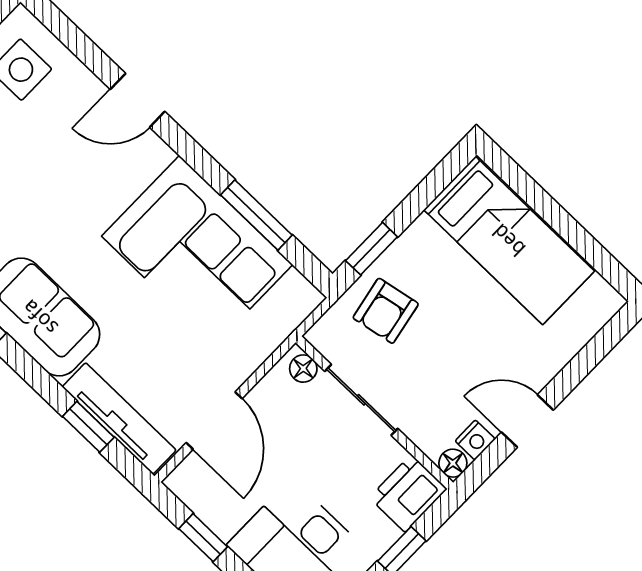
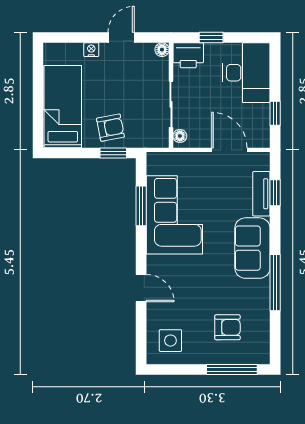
armchair: (386, 311) -> (110, 128), moved
tv unit: (119, 418) -> (261, 194), width x0.71
door: (214, 421) -> (229, 150), hinge flipped
door: (527, 421) -> (121, 38), swing flipped
nightstand: (475, 440) -> (91, 50), moved

